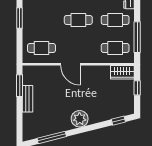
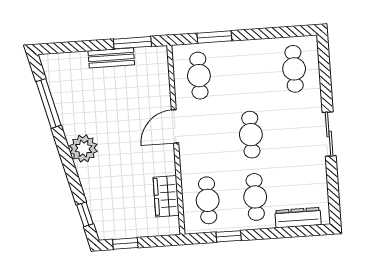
window: (20, 18) -> (214, 37), moved
window: (137, 37) -> (229, 236), width x0.46
wardrobe: (122, 72) -> (166, 196), moved
window: (137, 88) -> (125, 244), moved

